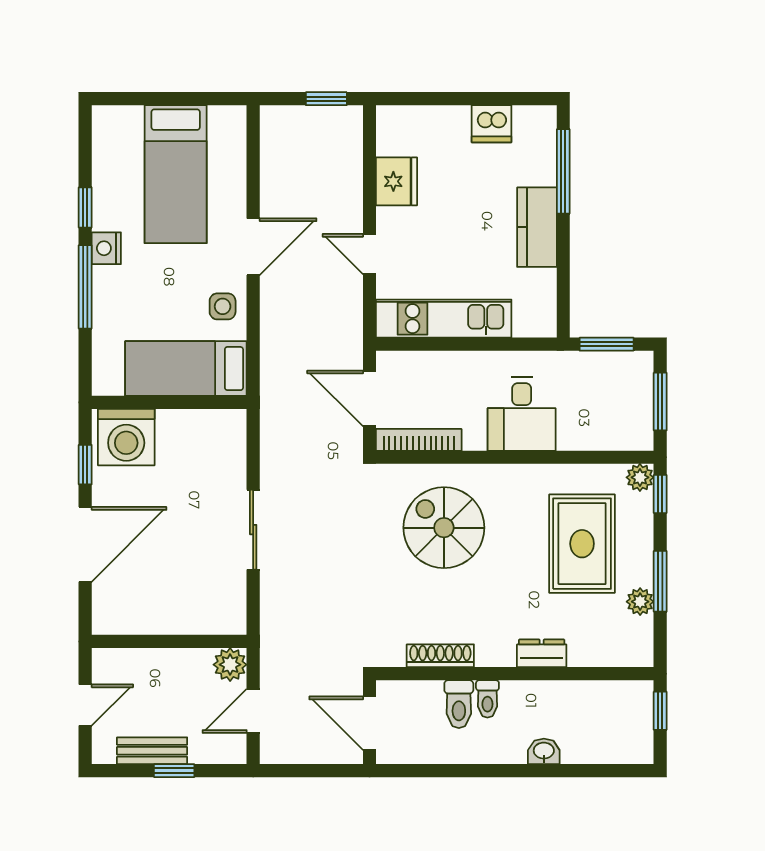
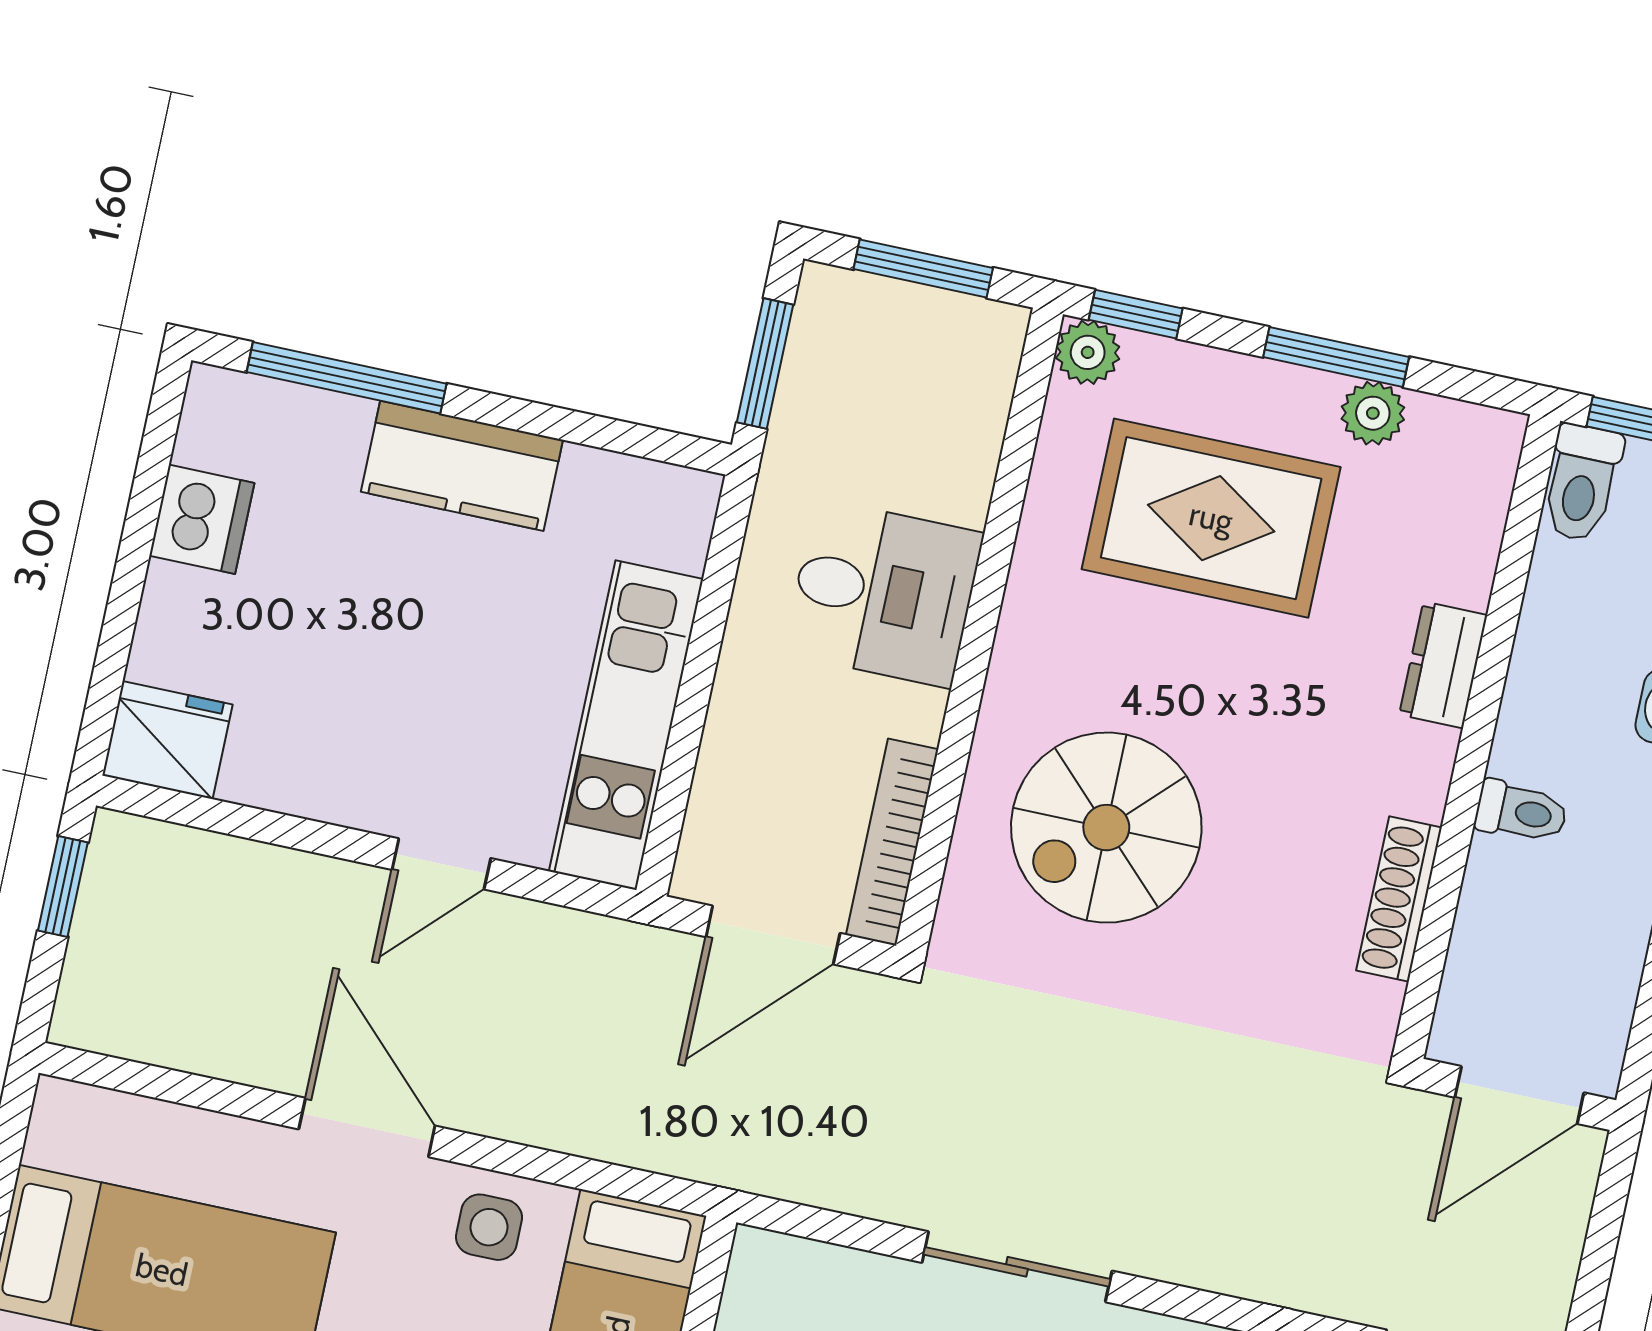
fridge: (397, 181) -> (167, 740), moved
toilet: (459, 704) -> (1582, 483), moved, turned 90

